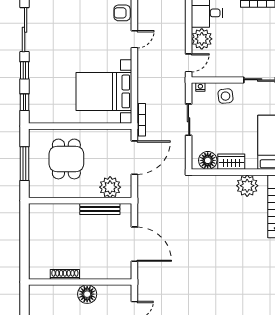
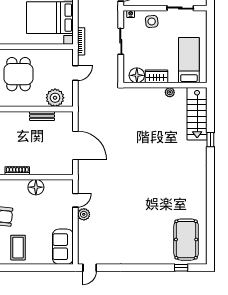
door: (134, 158) -> (75, 73), width x0.53
plant: (247, 186) -> (170, 92), width x0.53, depth x0.53
bench: (100, 209) -> (42, 116), width x0.73

